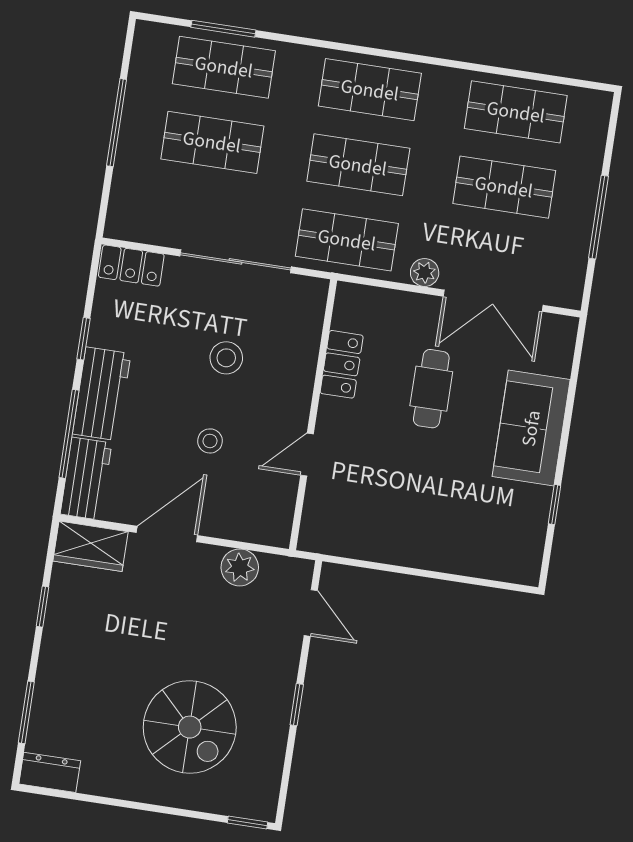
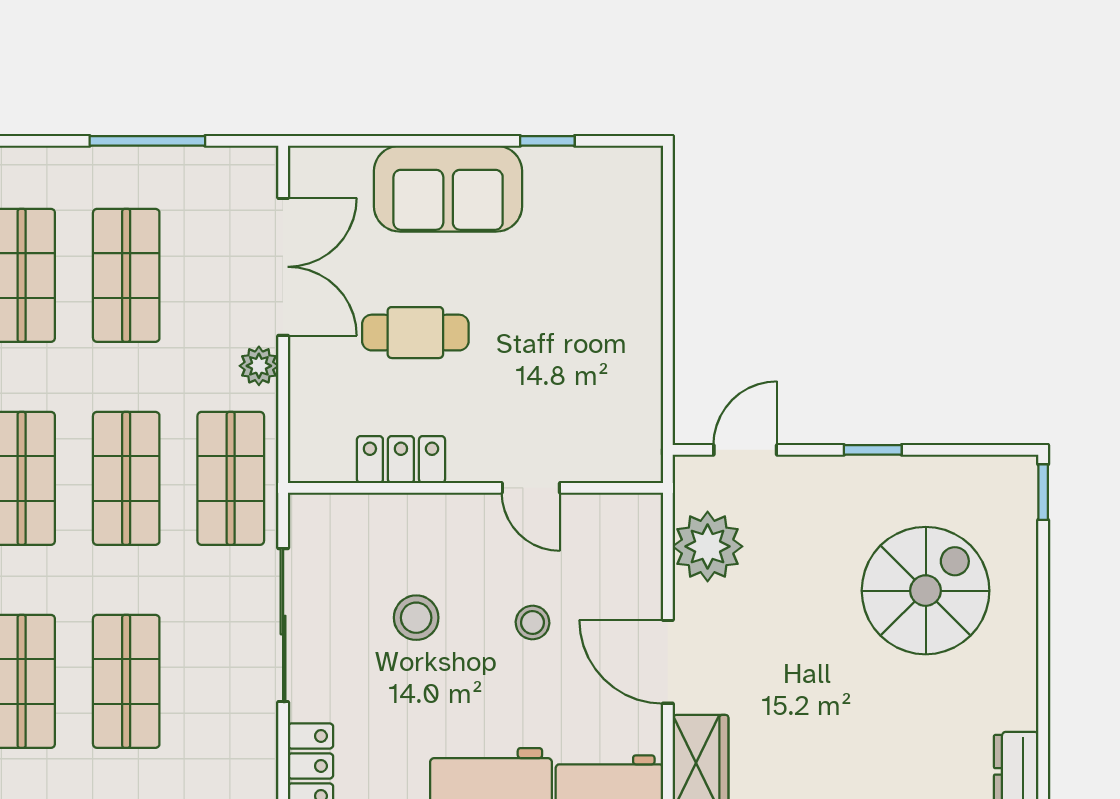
plant: (240, 567) -> (708, 546), width x1.36, depth x1.36

